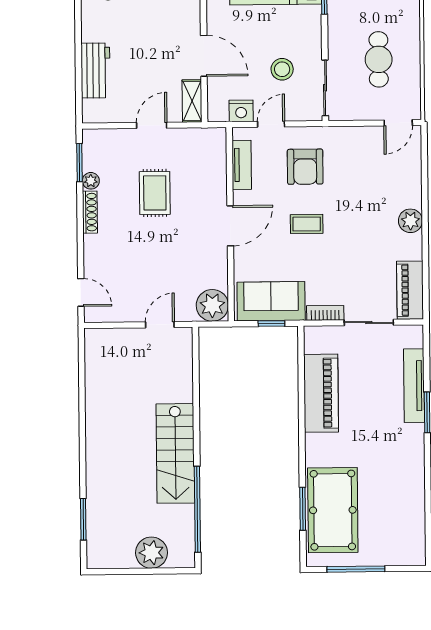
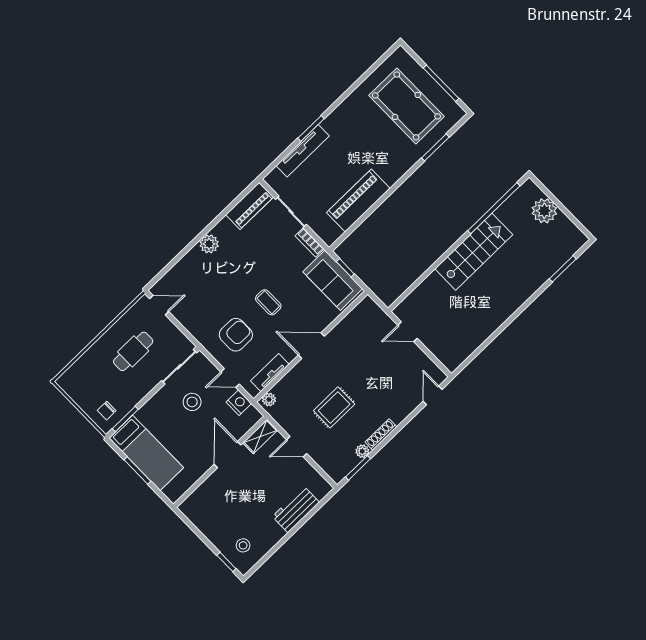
plant: (212, 305) -> (269, 399), moved, width x0.53, depth x0.53
pool table: (333, 510) -> (406, 106), moved, turned 90

